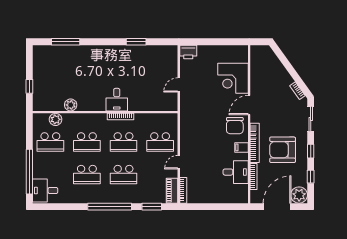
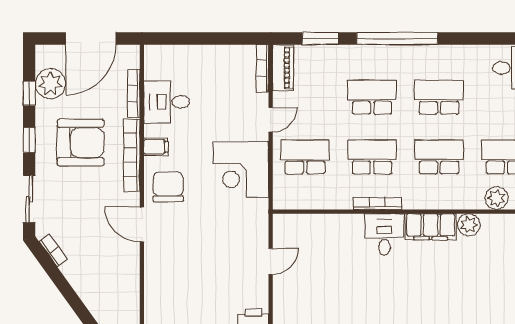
corner desk: (233, 78) -> (241, 169), moved, turned 180
filing cabinet: (91, 104) -> (431, 227), added
door: (249, 105) -> (142, 225), swing flipped
plant: (299, 195) -> (50, 84), moved

